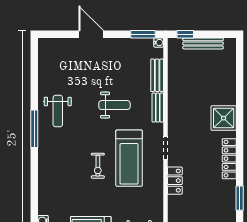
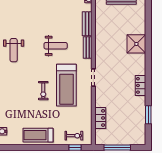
shower: (224, 118) -> (136, 44), moved
locker: (229, 159) -> (141, 85), width x0.66
locker: (175, 181) -> (100, 118), moved

